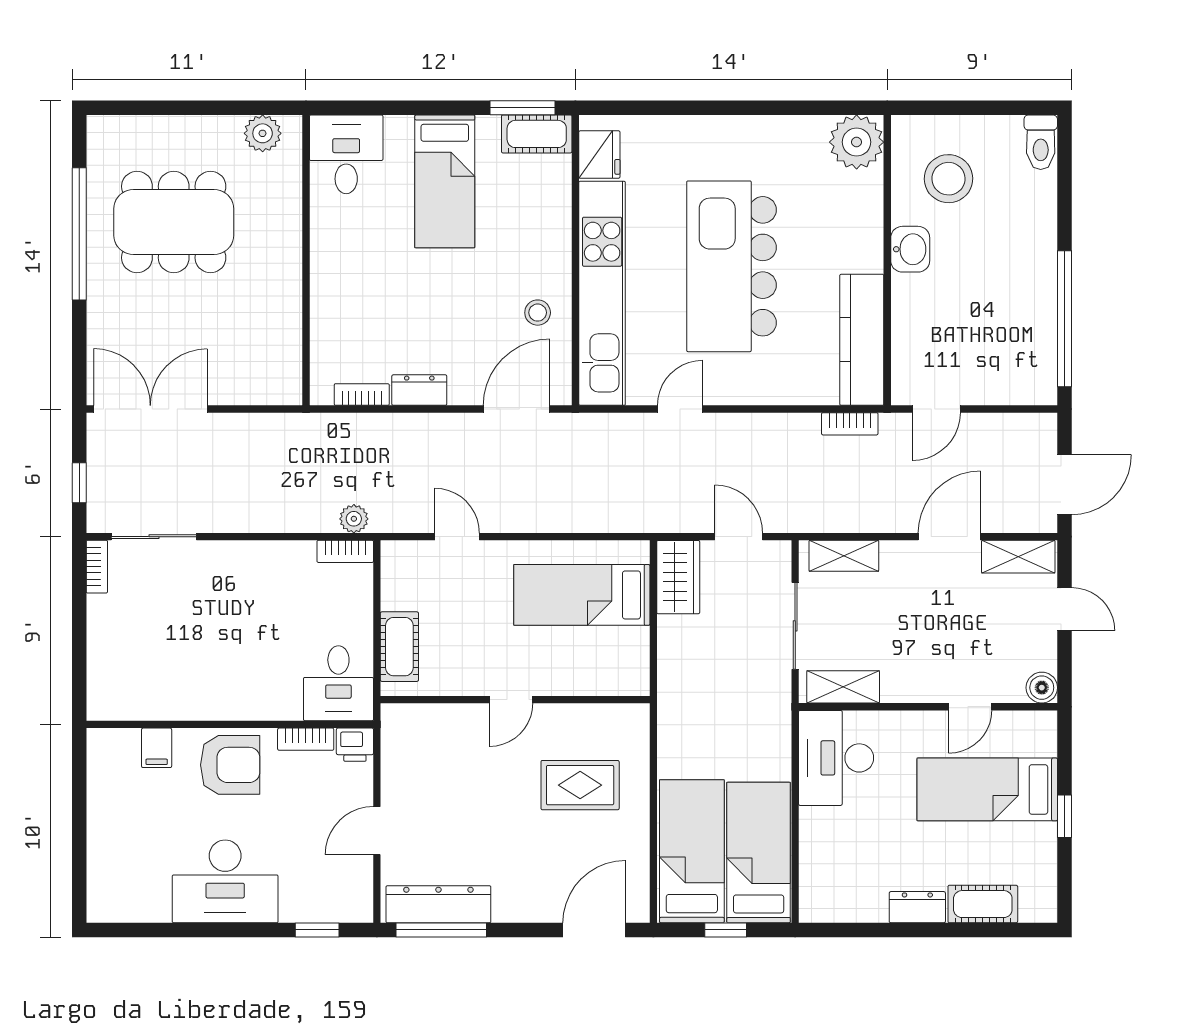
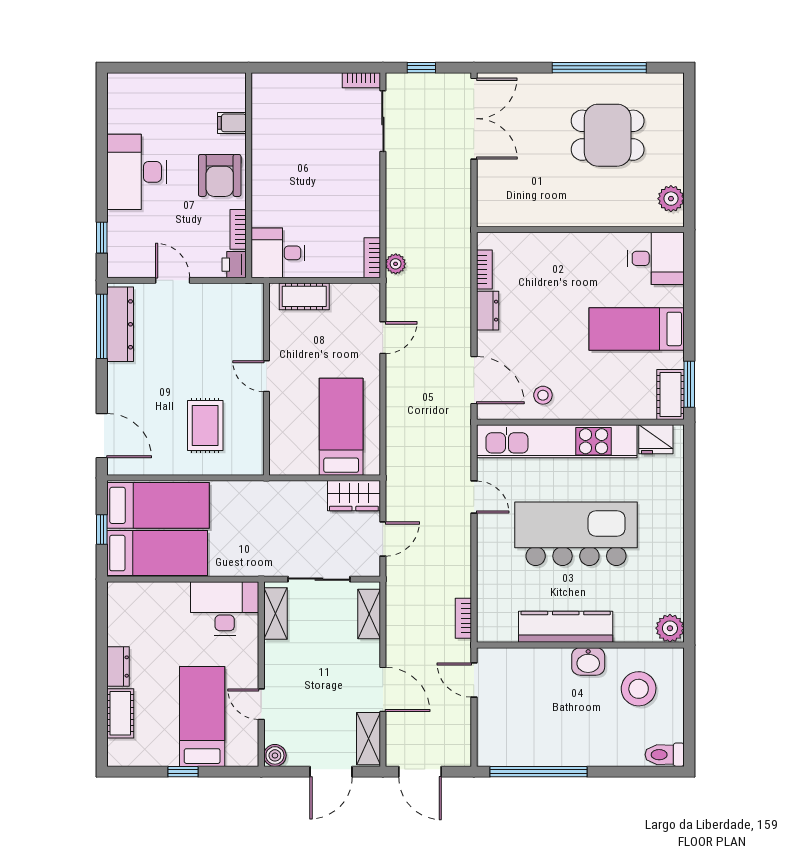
plant: (857, 142) -> (670, 628), width x0.73, depth x0.73
dining table: (174, 222) -> (608, 135), width x0.73
kitchen counter: (862, 340) -> (566, 627), moved
door: (1064, 609) -> (331, 772), width x1.38

